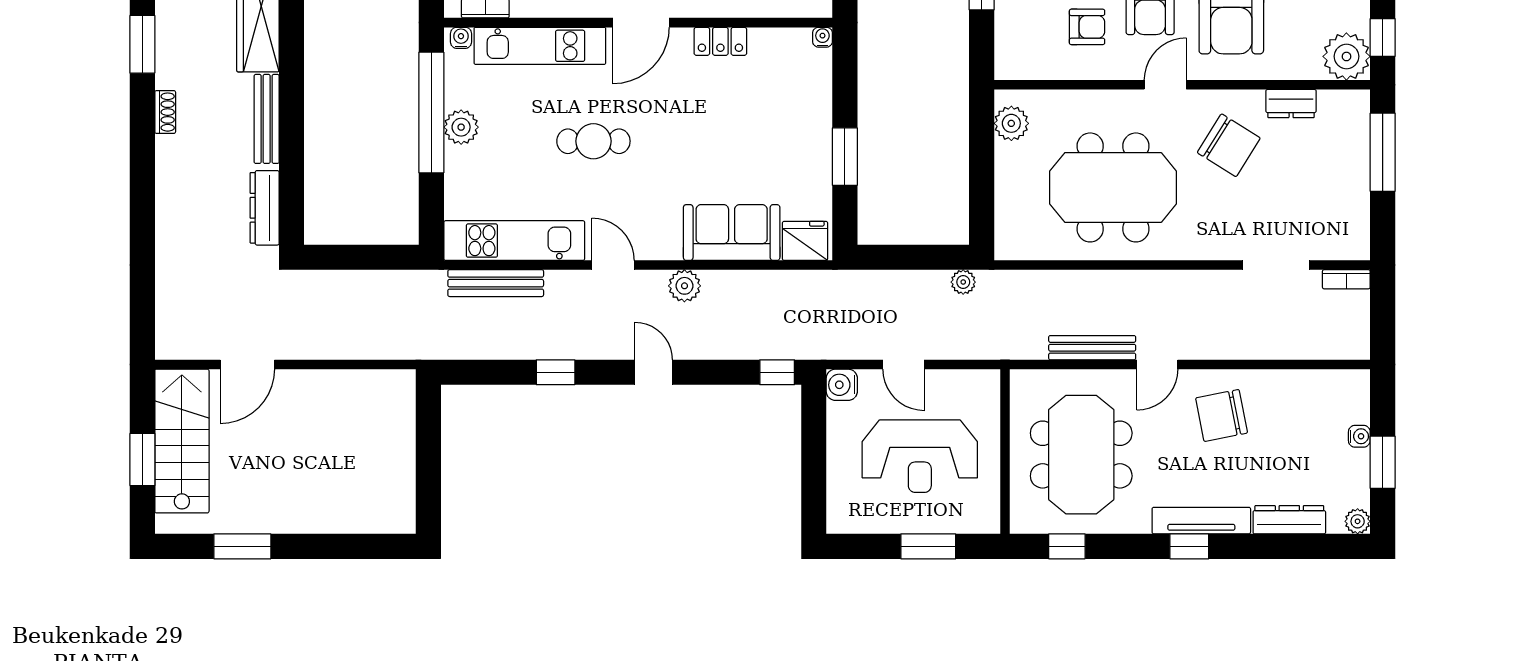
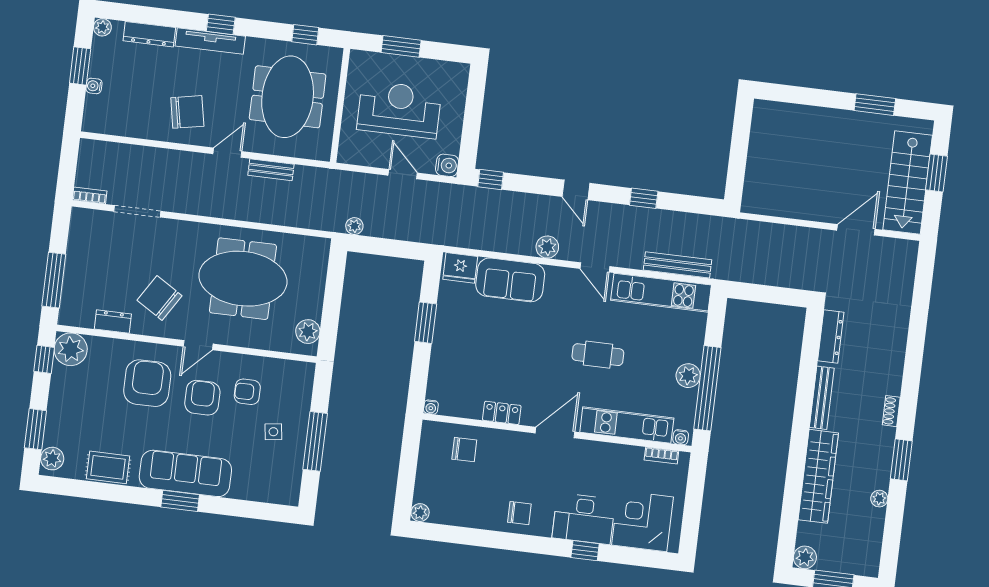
bench: (1092, 348) -> (271, 170), width x0.73

